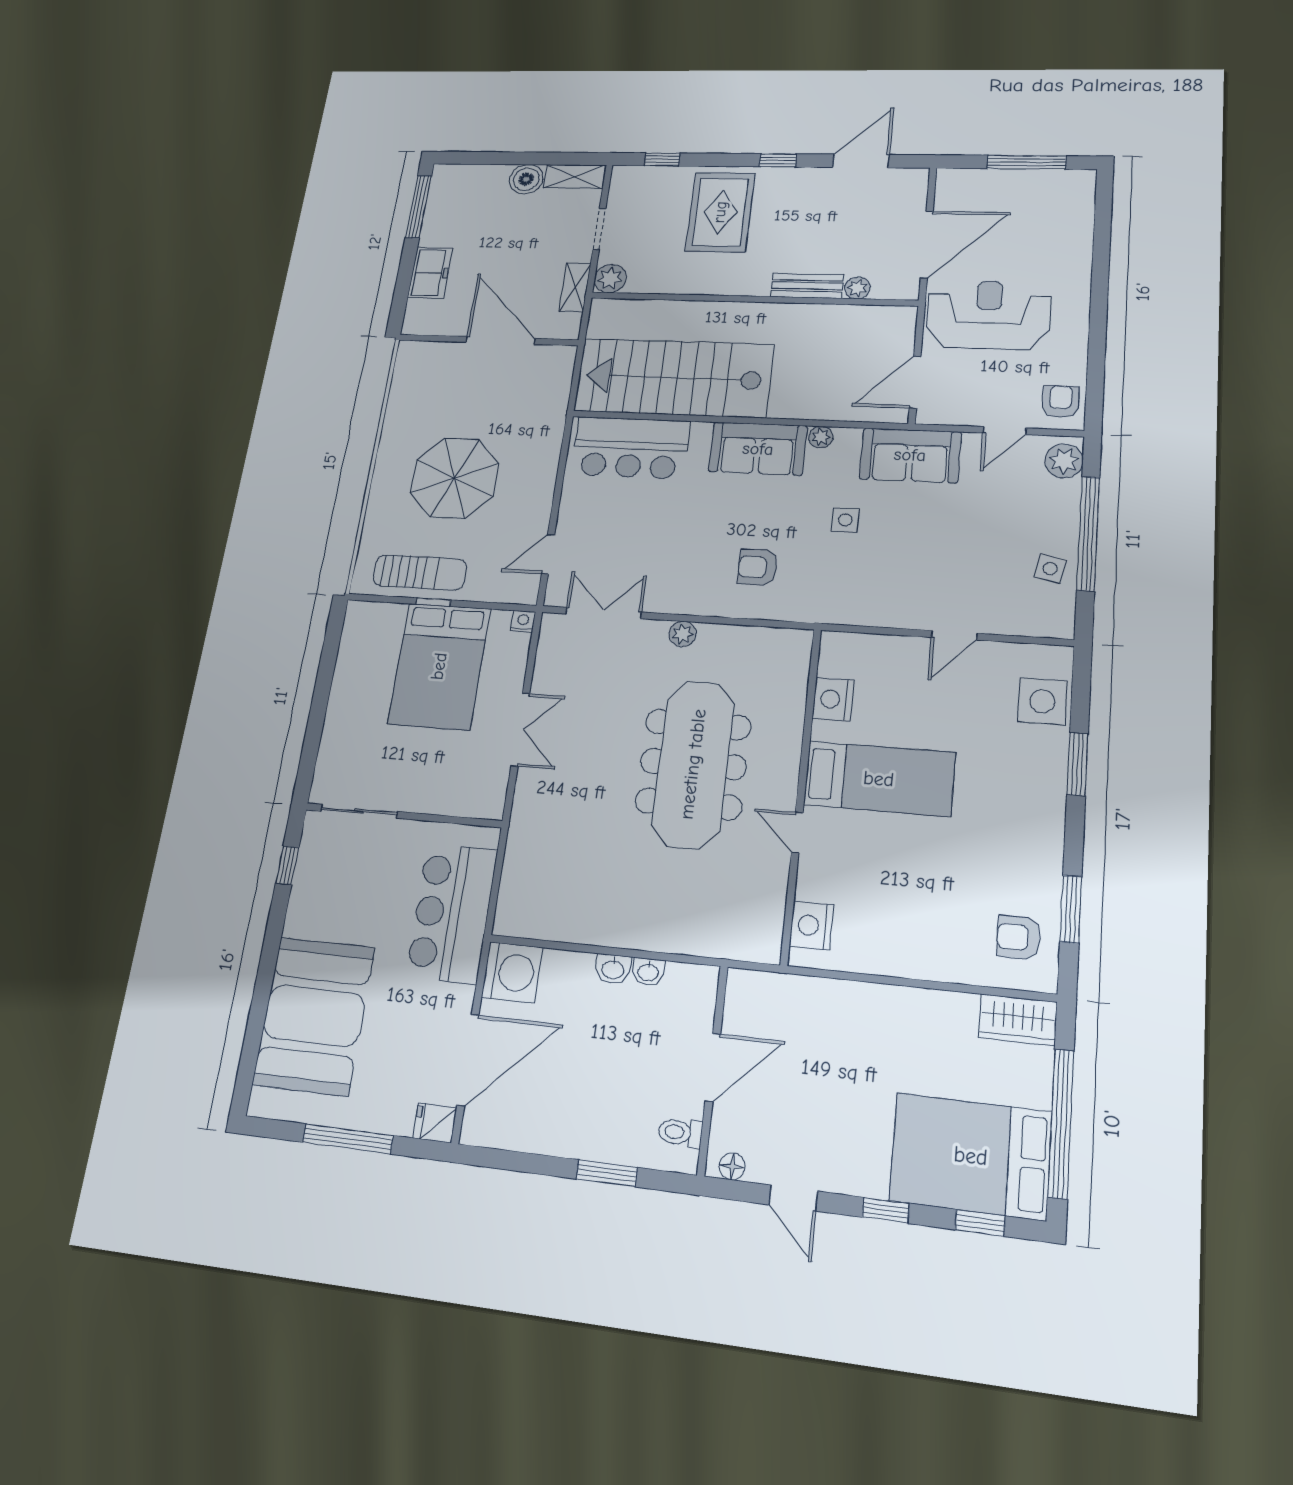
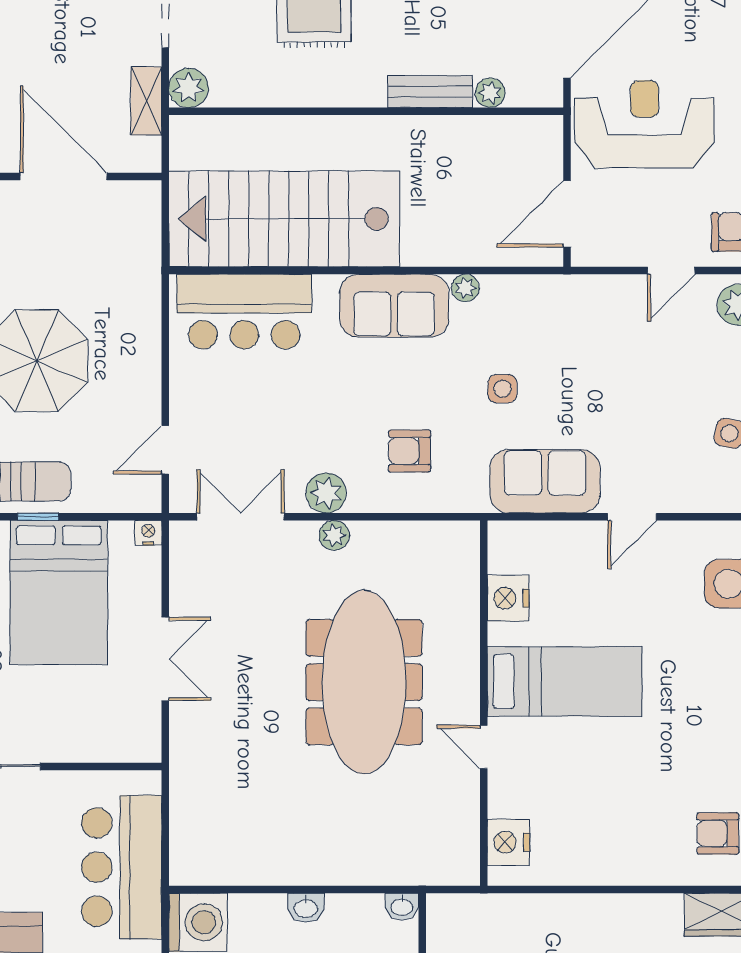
sofa: (910, 455) -> (545, 481), moved, turned 180
plant: (680, 598) -> (326, 493), added
washbasin: (648, 972) -> (402, 907), moved

